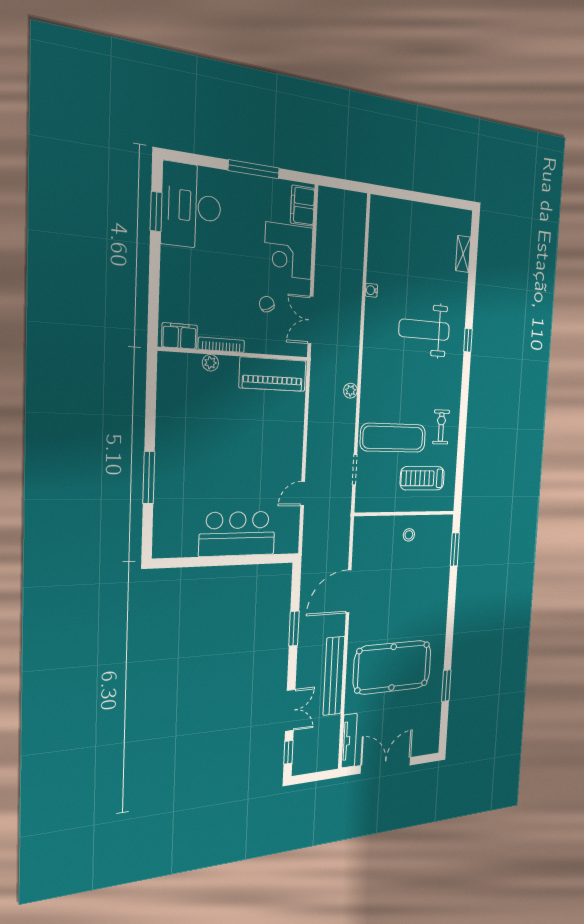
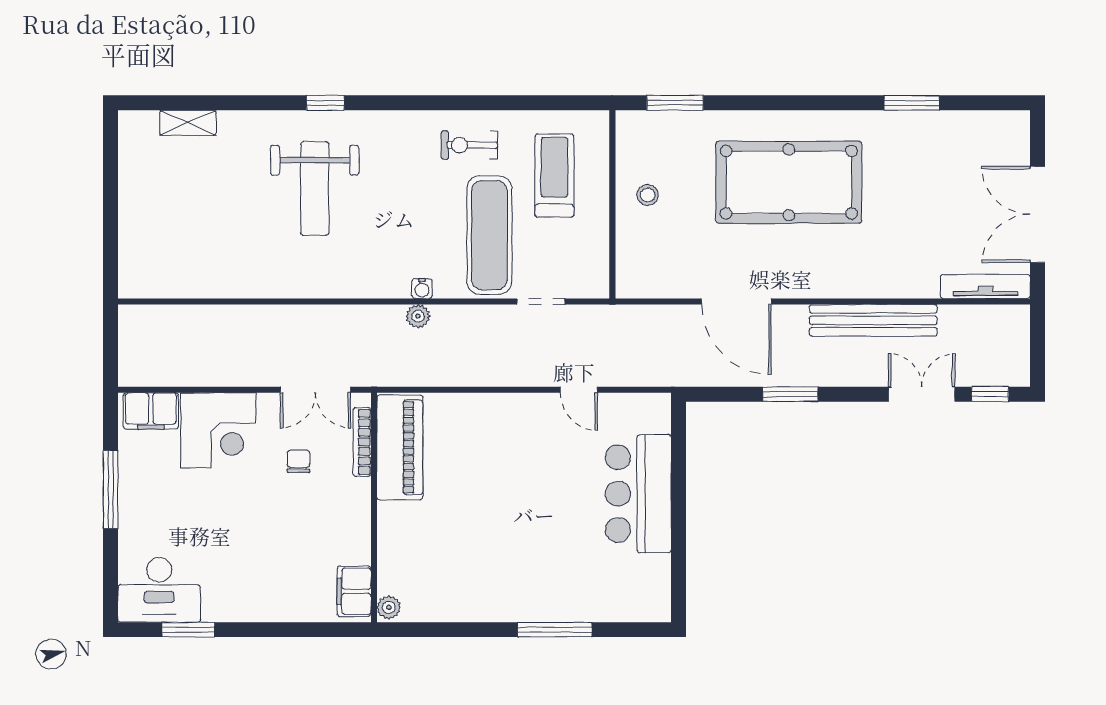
desk: (191, 206) -> (159, 590), width x0.73, depth x0.77
water cooler: (371, 290) -> (422, 288), moved
chair: (267, 304) -> (298, 461), turned 114
bookcase: (221, 345) -> (362, 442), moved
plant: (210, 363) -> (389, 607), moved
treadmill: (422, 478) -> (554, 176), turned 180
pool table: (393, 667) -> (789, 182), moved, turned 90

